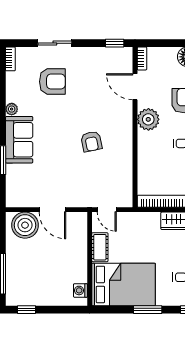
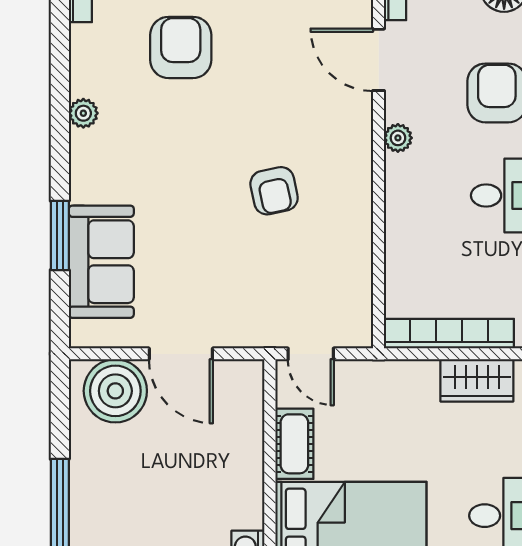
armchair: (52, 82) -> (181, 47), turned -90
plant: (148, 119) -> (398, 138), width x0.53, depth x0.53
sofa: (19, 140) -> (101, 262), moved

